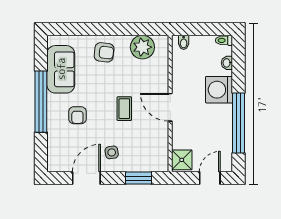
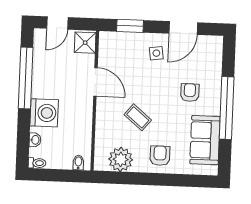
armchair: (104, 52) -> (160, 156), turned 83
door: (170, 107) -> (95, 82), moved
coffee table: (124, 109) -> (138, 117), moved, turned -50

